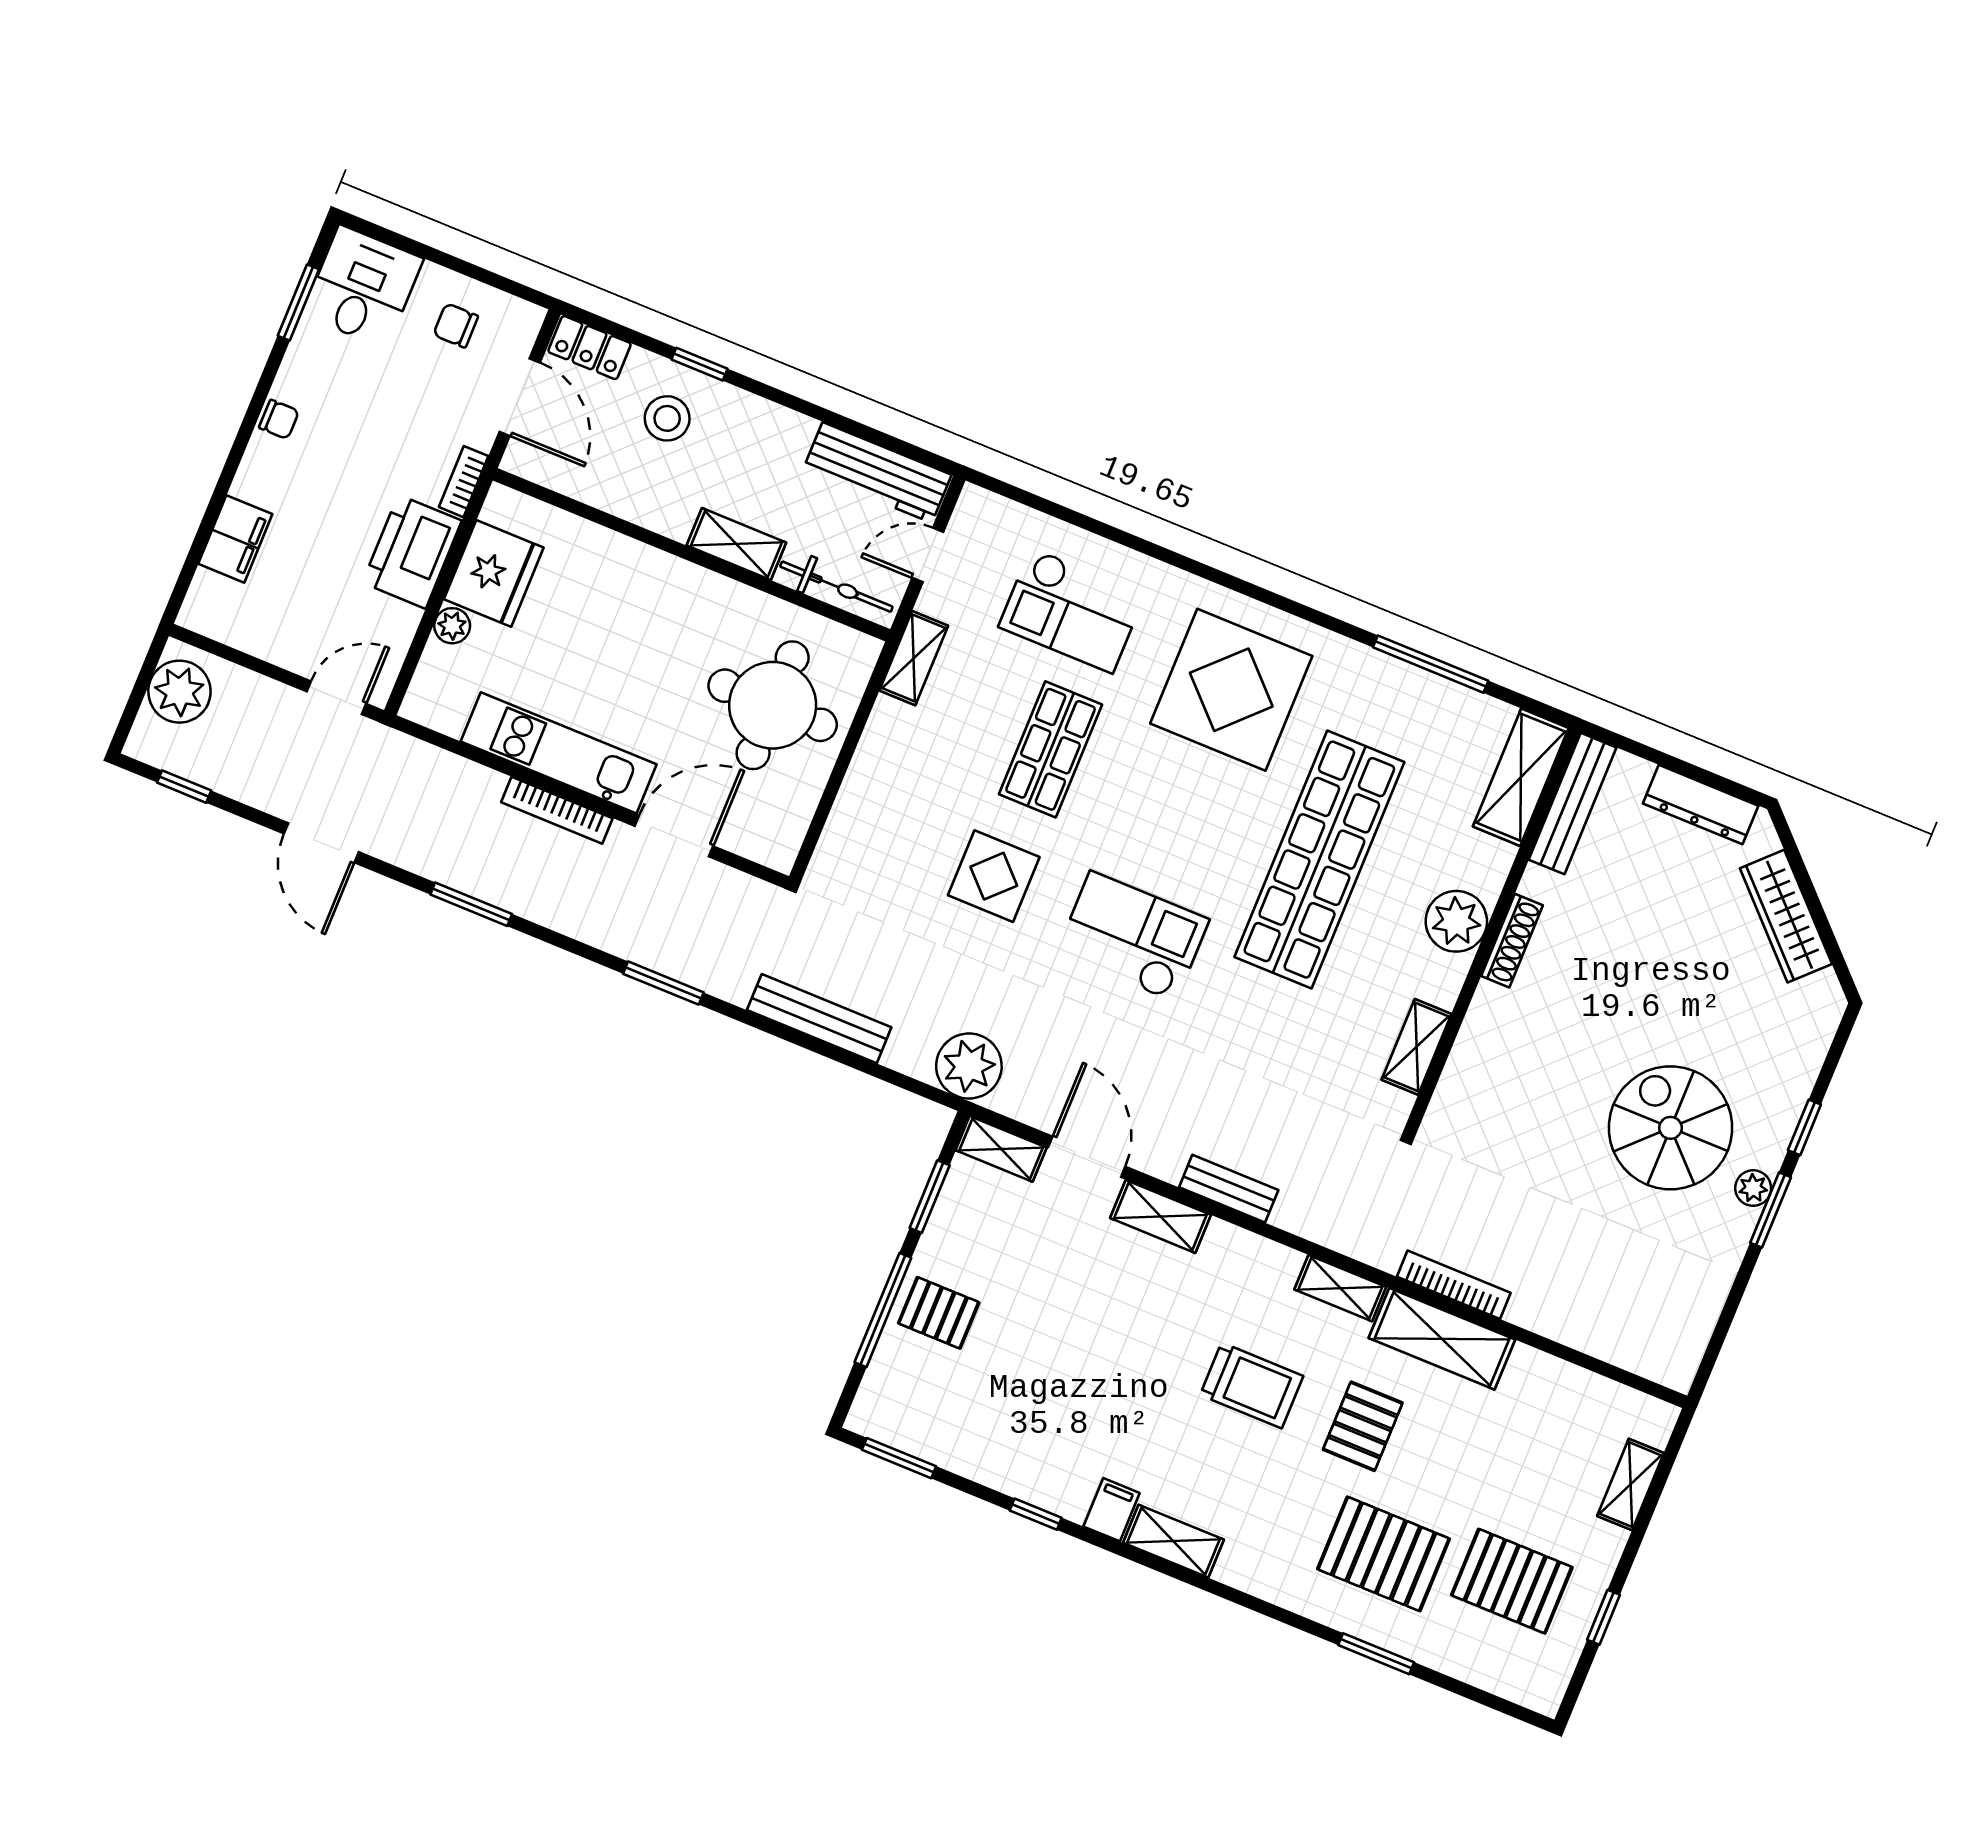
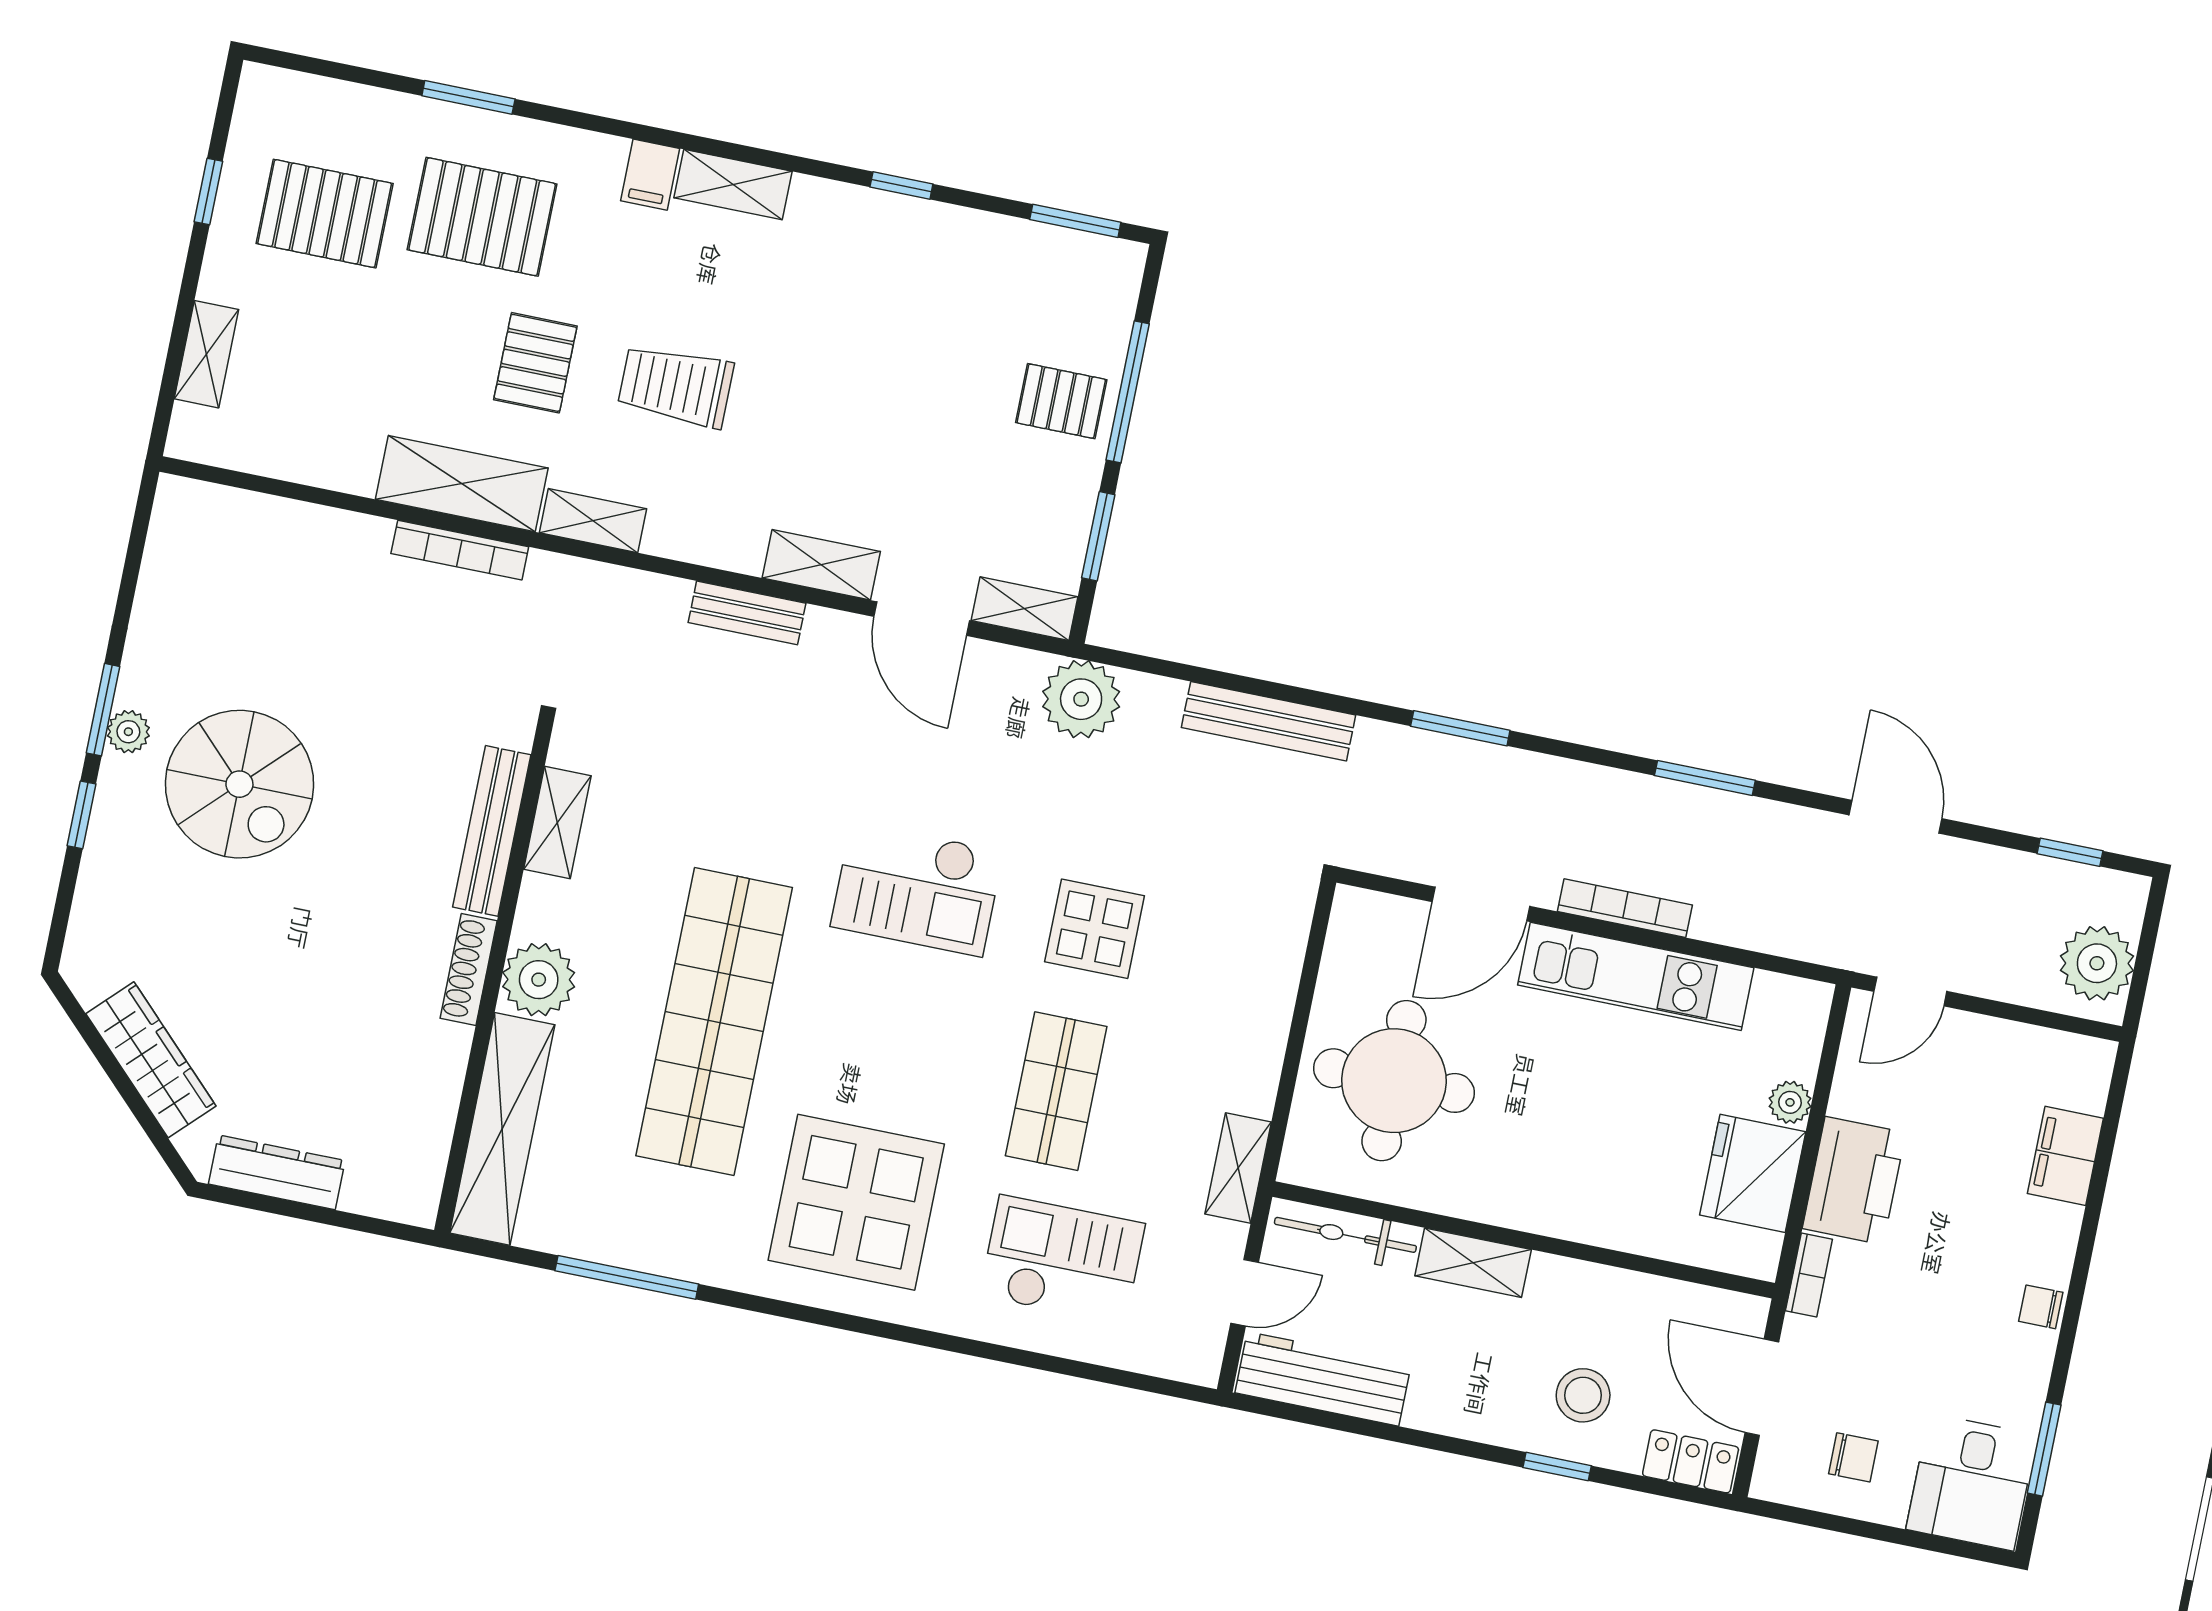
shelving: (1521, 777) -> (502, 1129), width x1.47
bench: (1573, 804) -> (492, 831), moved
filing cabinet: (1112, 1510) -> (650, 175), moved

